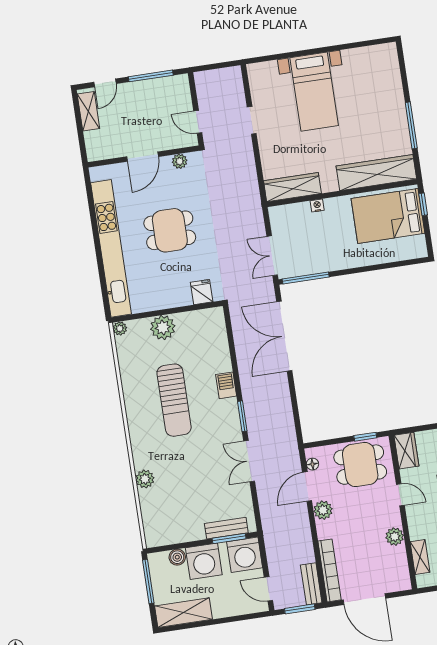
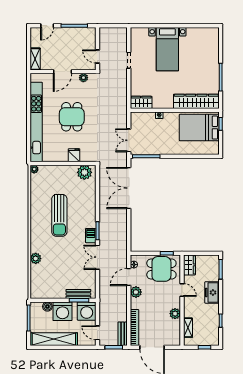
shelving: (88, 111) -> (35, 59), moved
wardrobe: (292, 187) -> (141, 102), width x0.67
dining table: (170, 230) -> (72, 117), turned 90
fridge: (202, 292) -> (74, 155), moved
plant: (163, 328) -> (84, 172), moved
barbecue: (226, 385) -> (91, 236), moved
shelving: (184, 613) -> (54, 339), width x1.47

